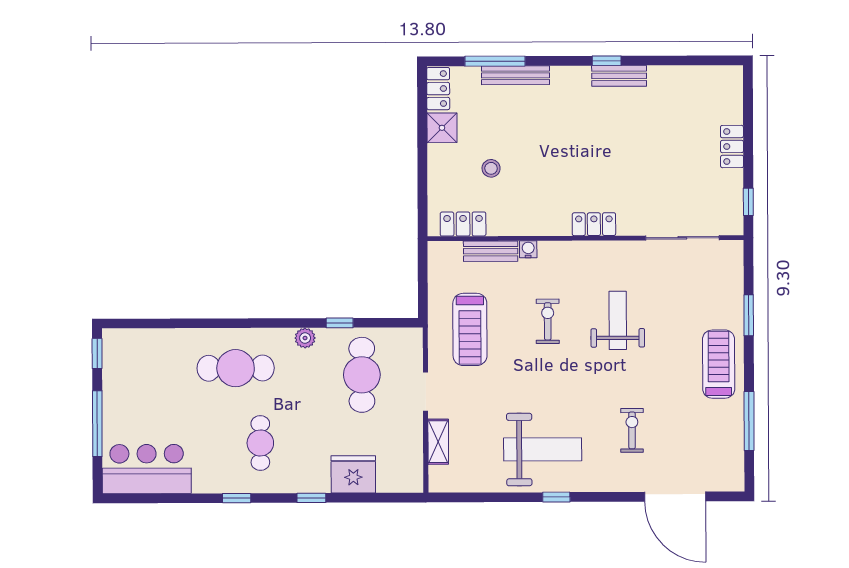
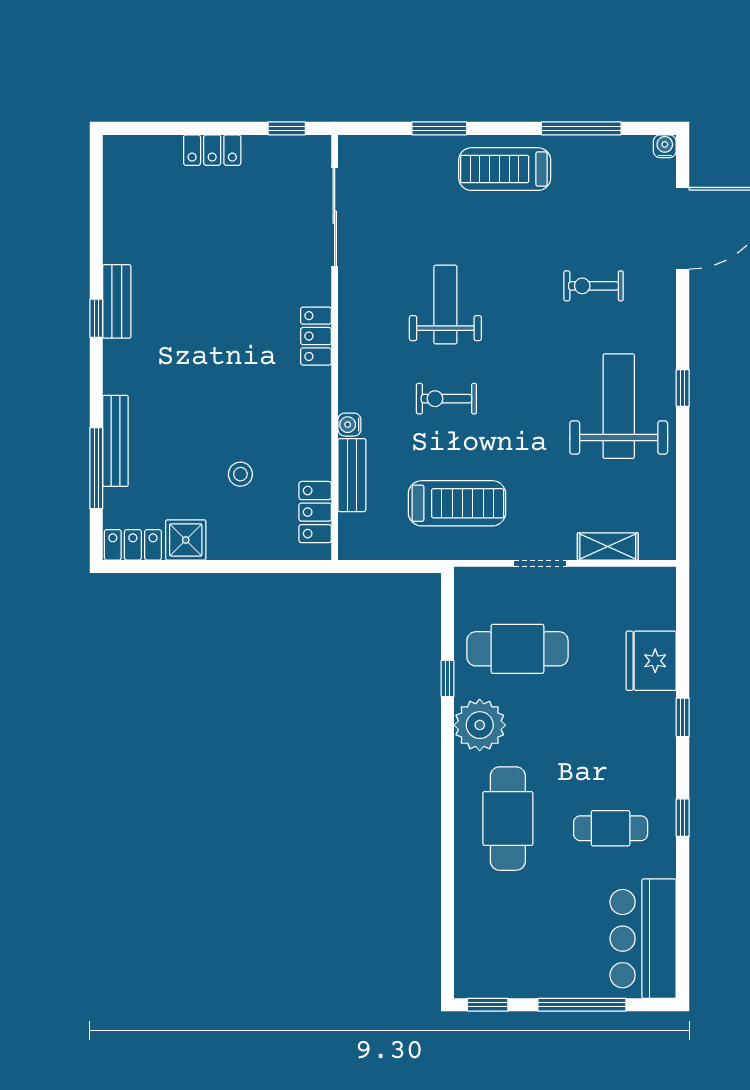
weight bench: (618, 320) -> (445, 305), turned 90
plant: (305, 338) -> (480, 725), width x1.87, depth x1.87
cafe table: (260, 443) -> (611, 828), moved
water cooler: (736, 483) -> (665, 146), added

